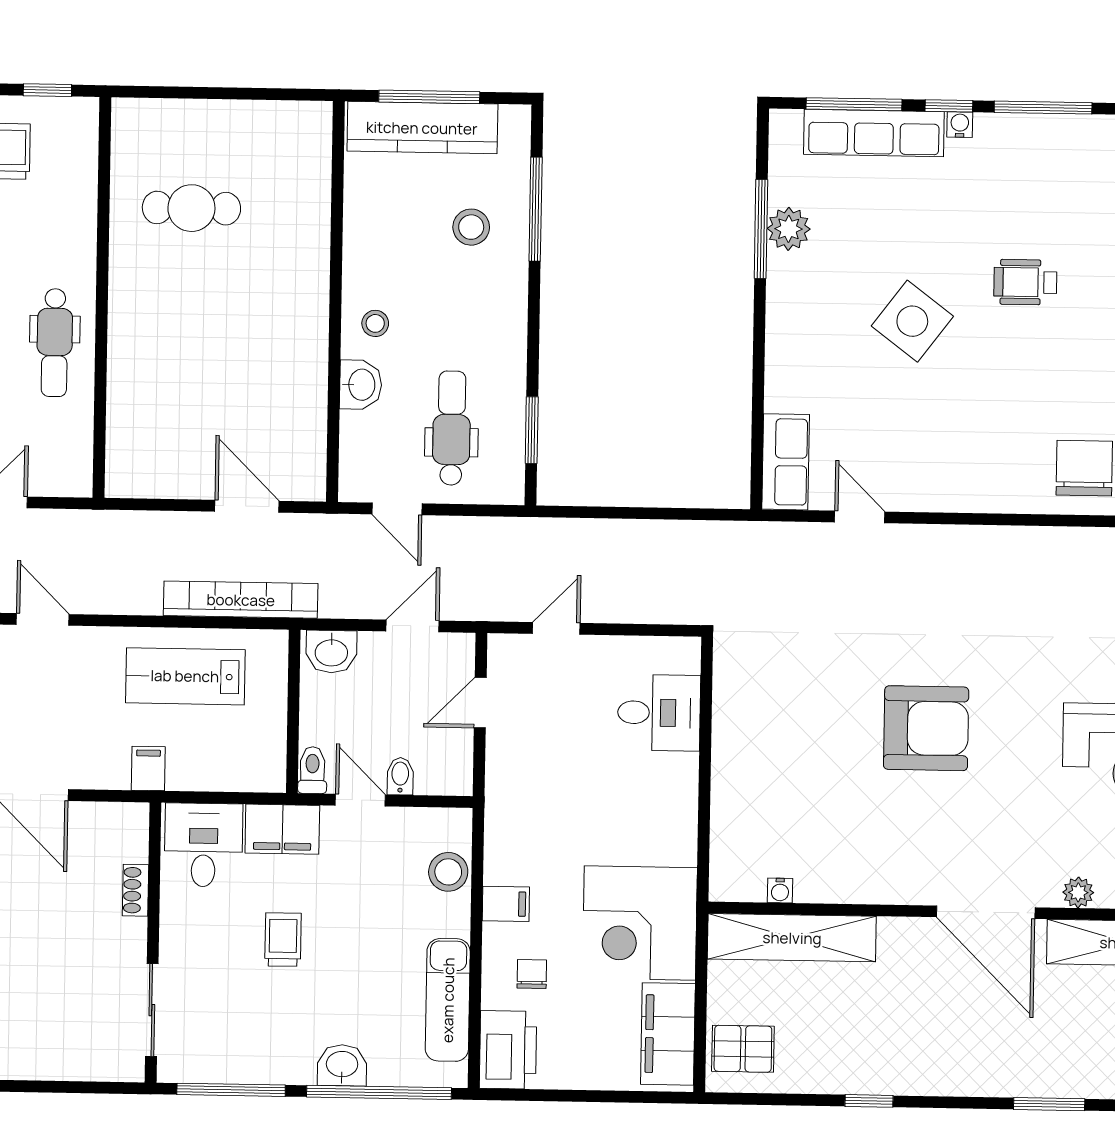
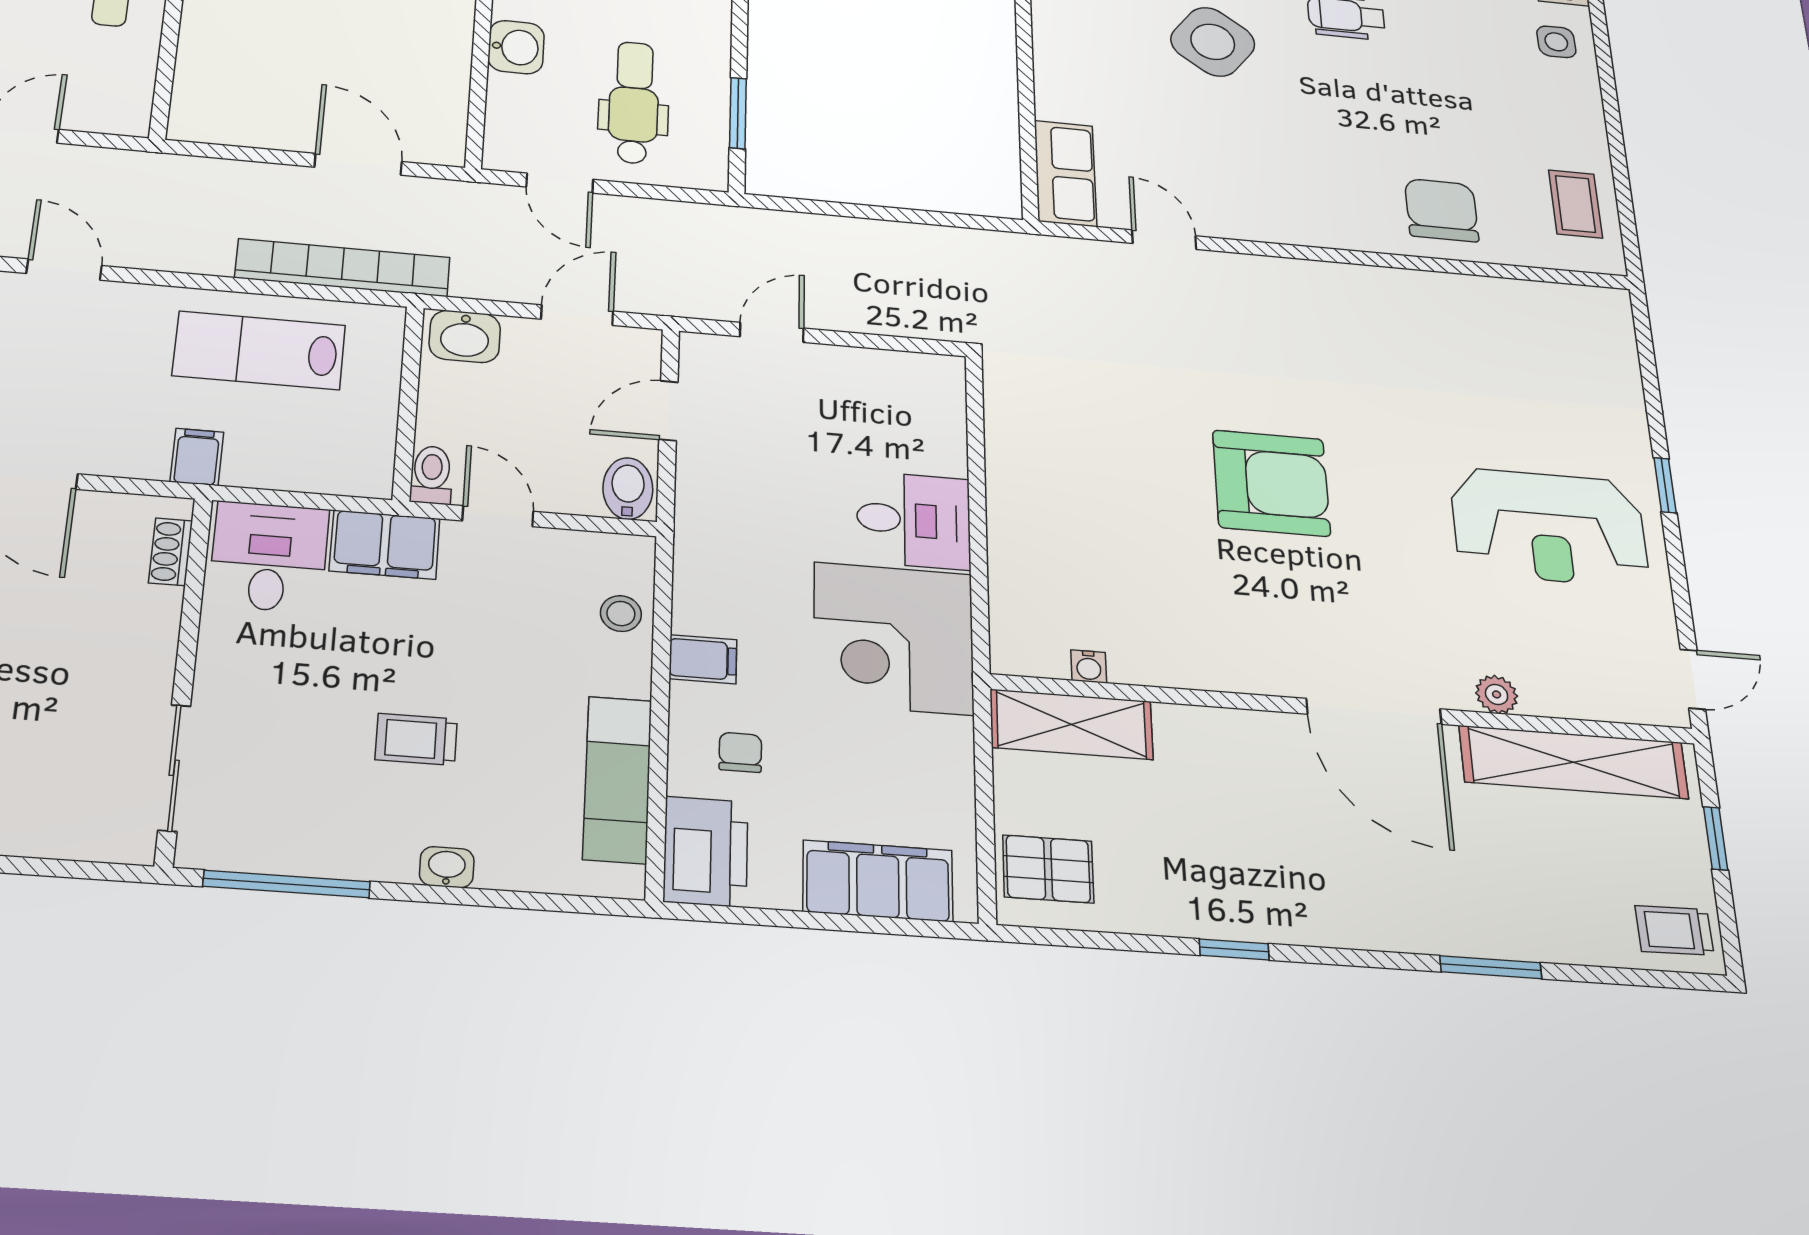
desk: (659, 713) -> (914, 520), moved
bidet: (400, 776) -> (628, 489), moved, width x1.38, depth x1.36
stool: (448, 872) -> (621, 614), width x0.73, depth x0.73
shoe rack: (135, 890) -> (171, 552), moved
corner desk: (640, 923) -> (894, 638), moved
shelving: (792, 938) -> (1071, 724), width x0.68
trolley: (283, 940) -> (416, 739), moved, turned -90
filing cabinet: (668, 1034) -> (878, 881), moved, turned 90
washbasin: (342, 1065) -> (447, 867), width x0.72, depth x0.69
window: (379, 1092) -> (512, 900), removed

